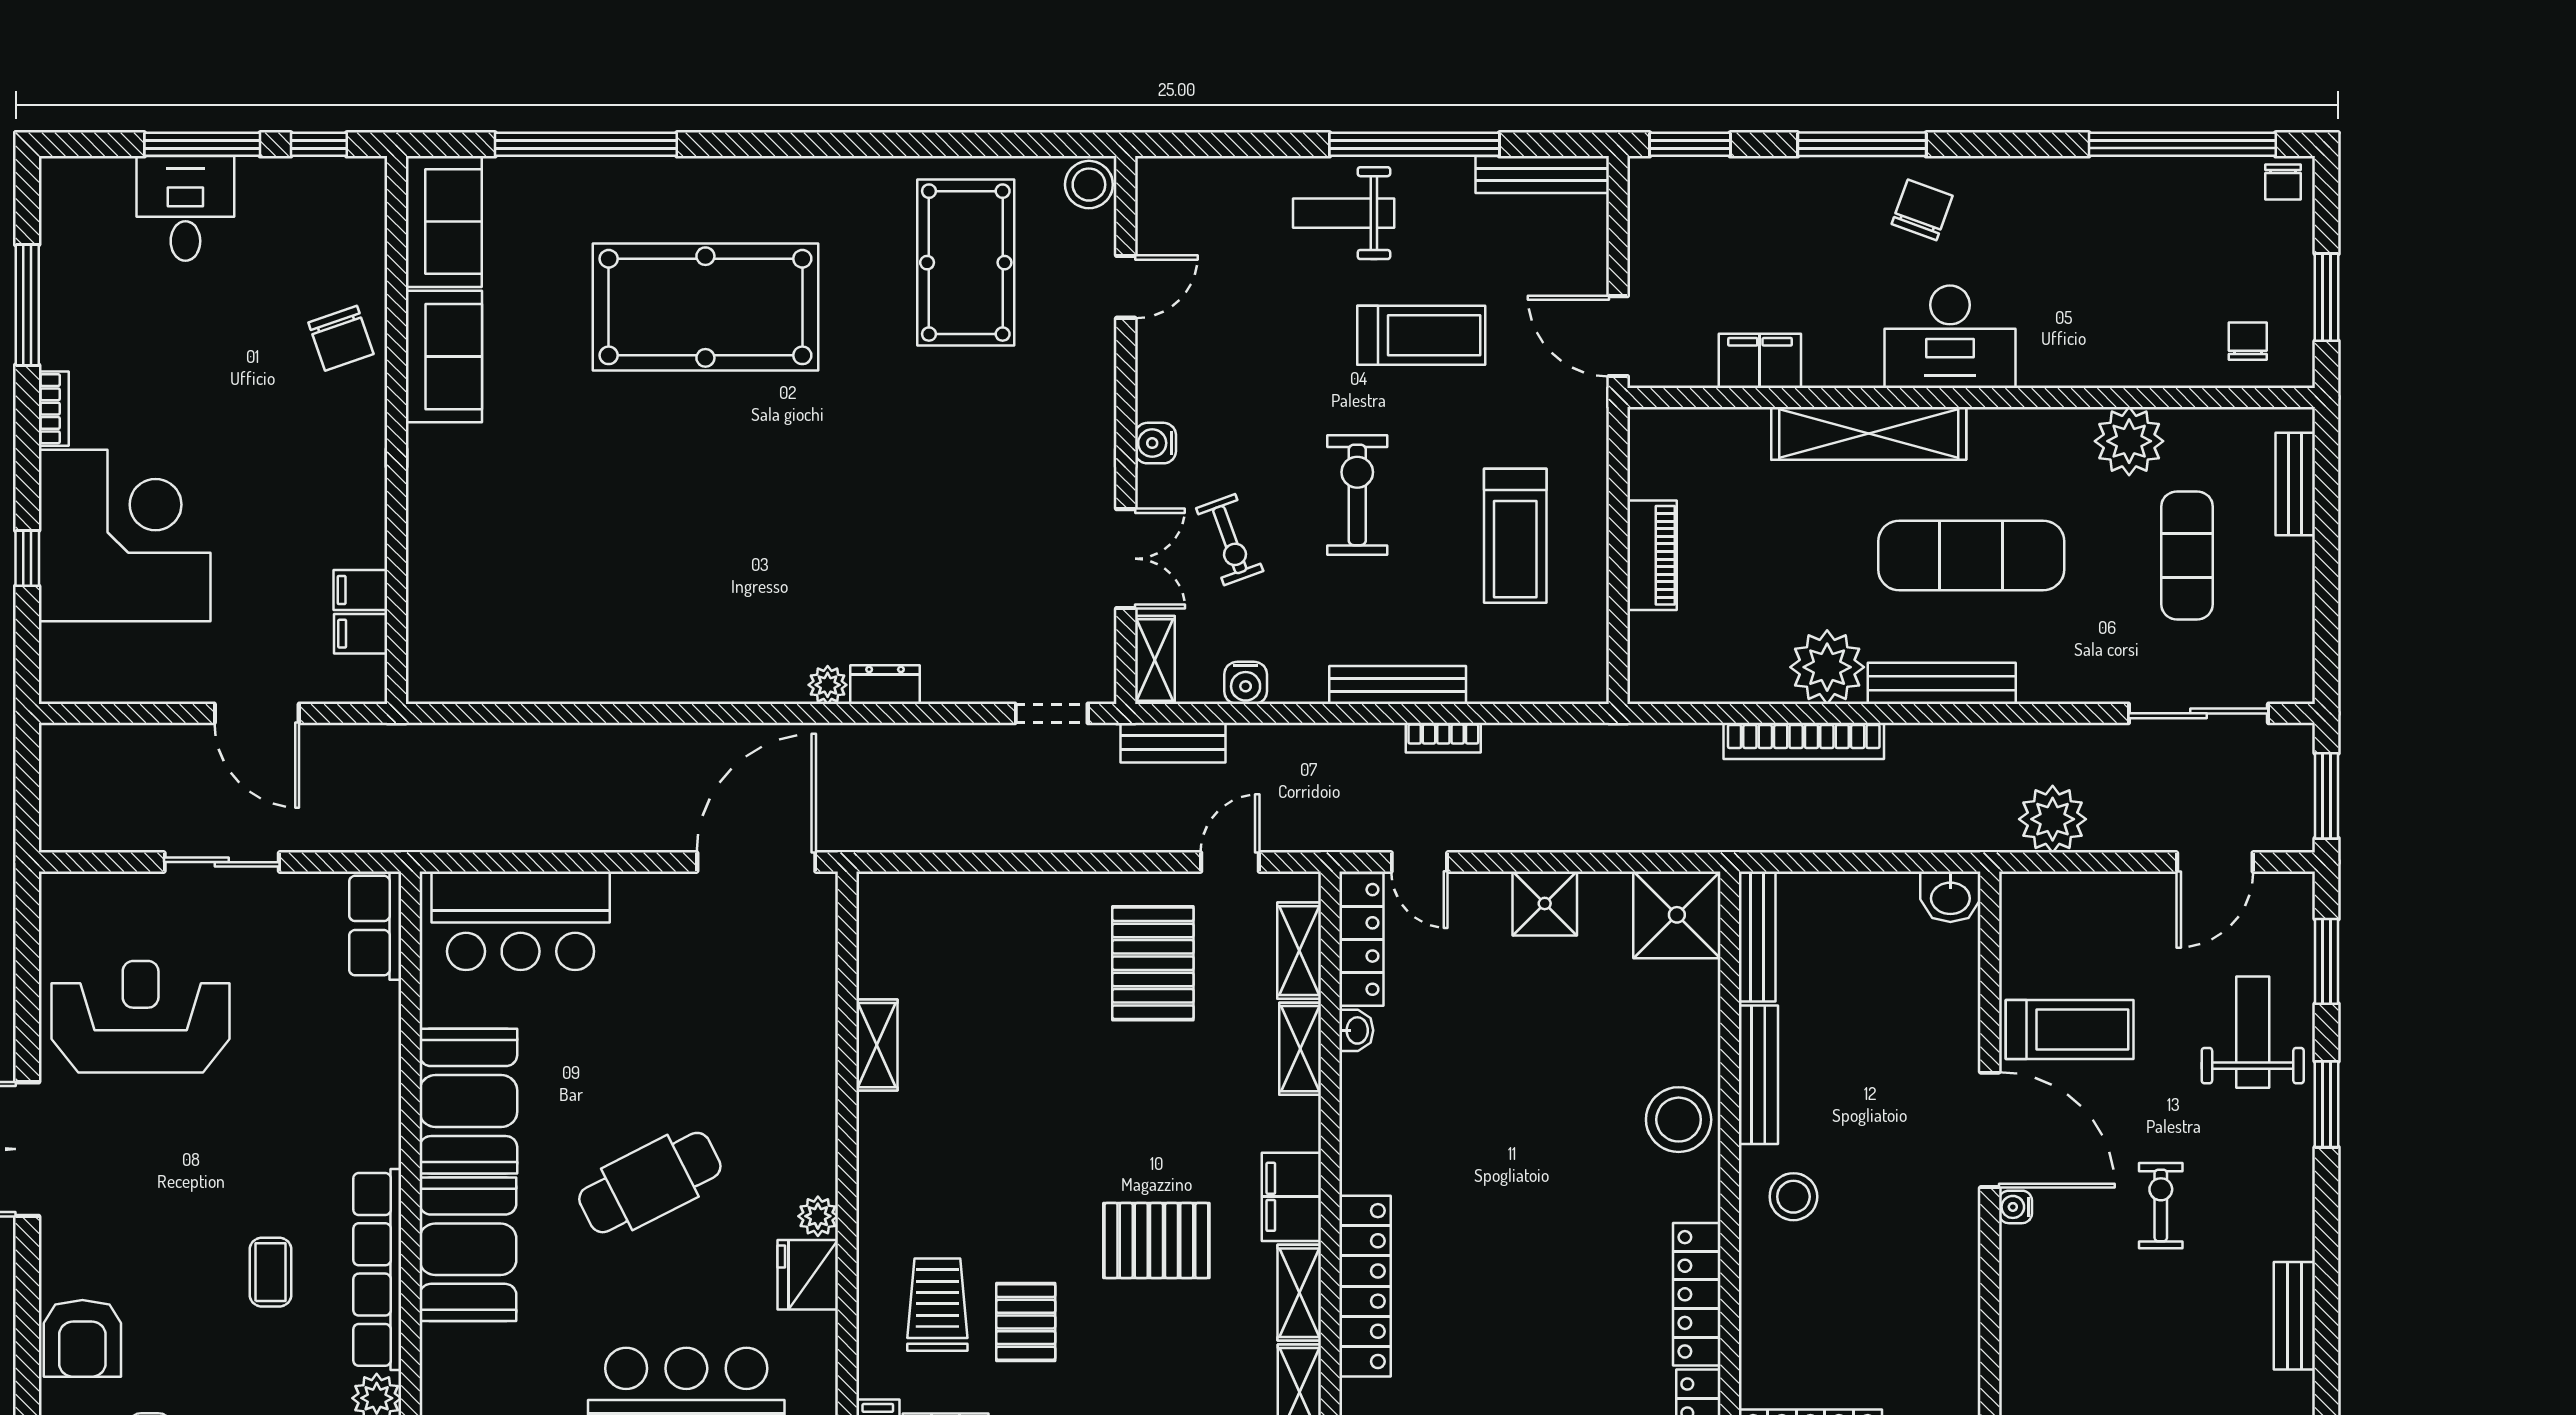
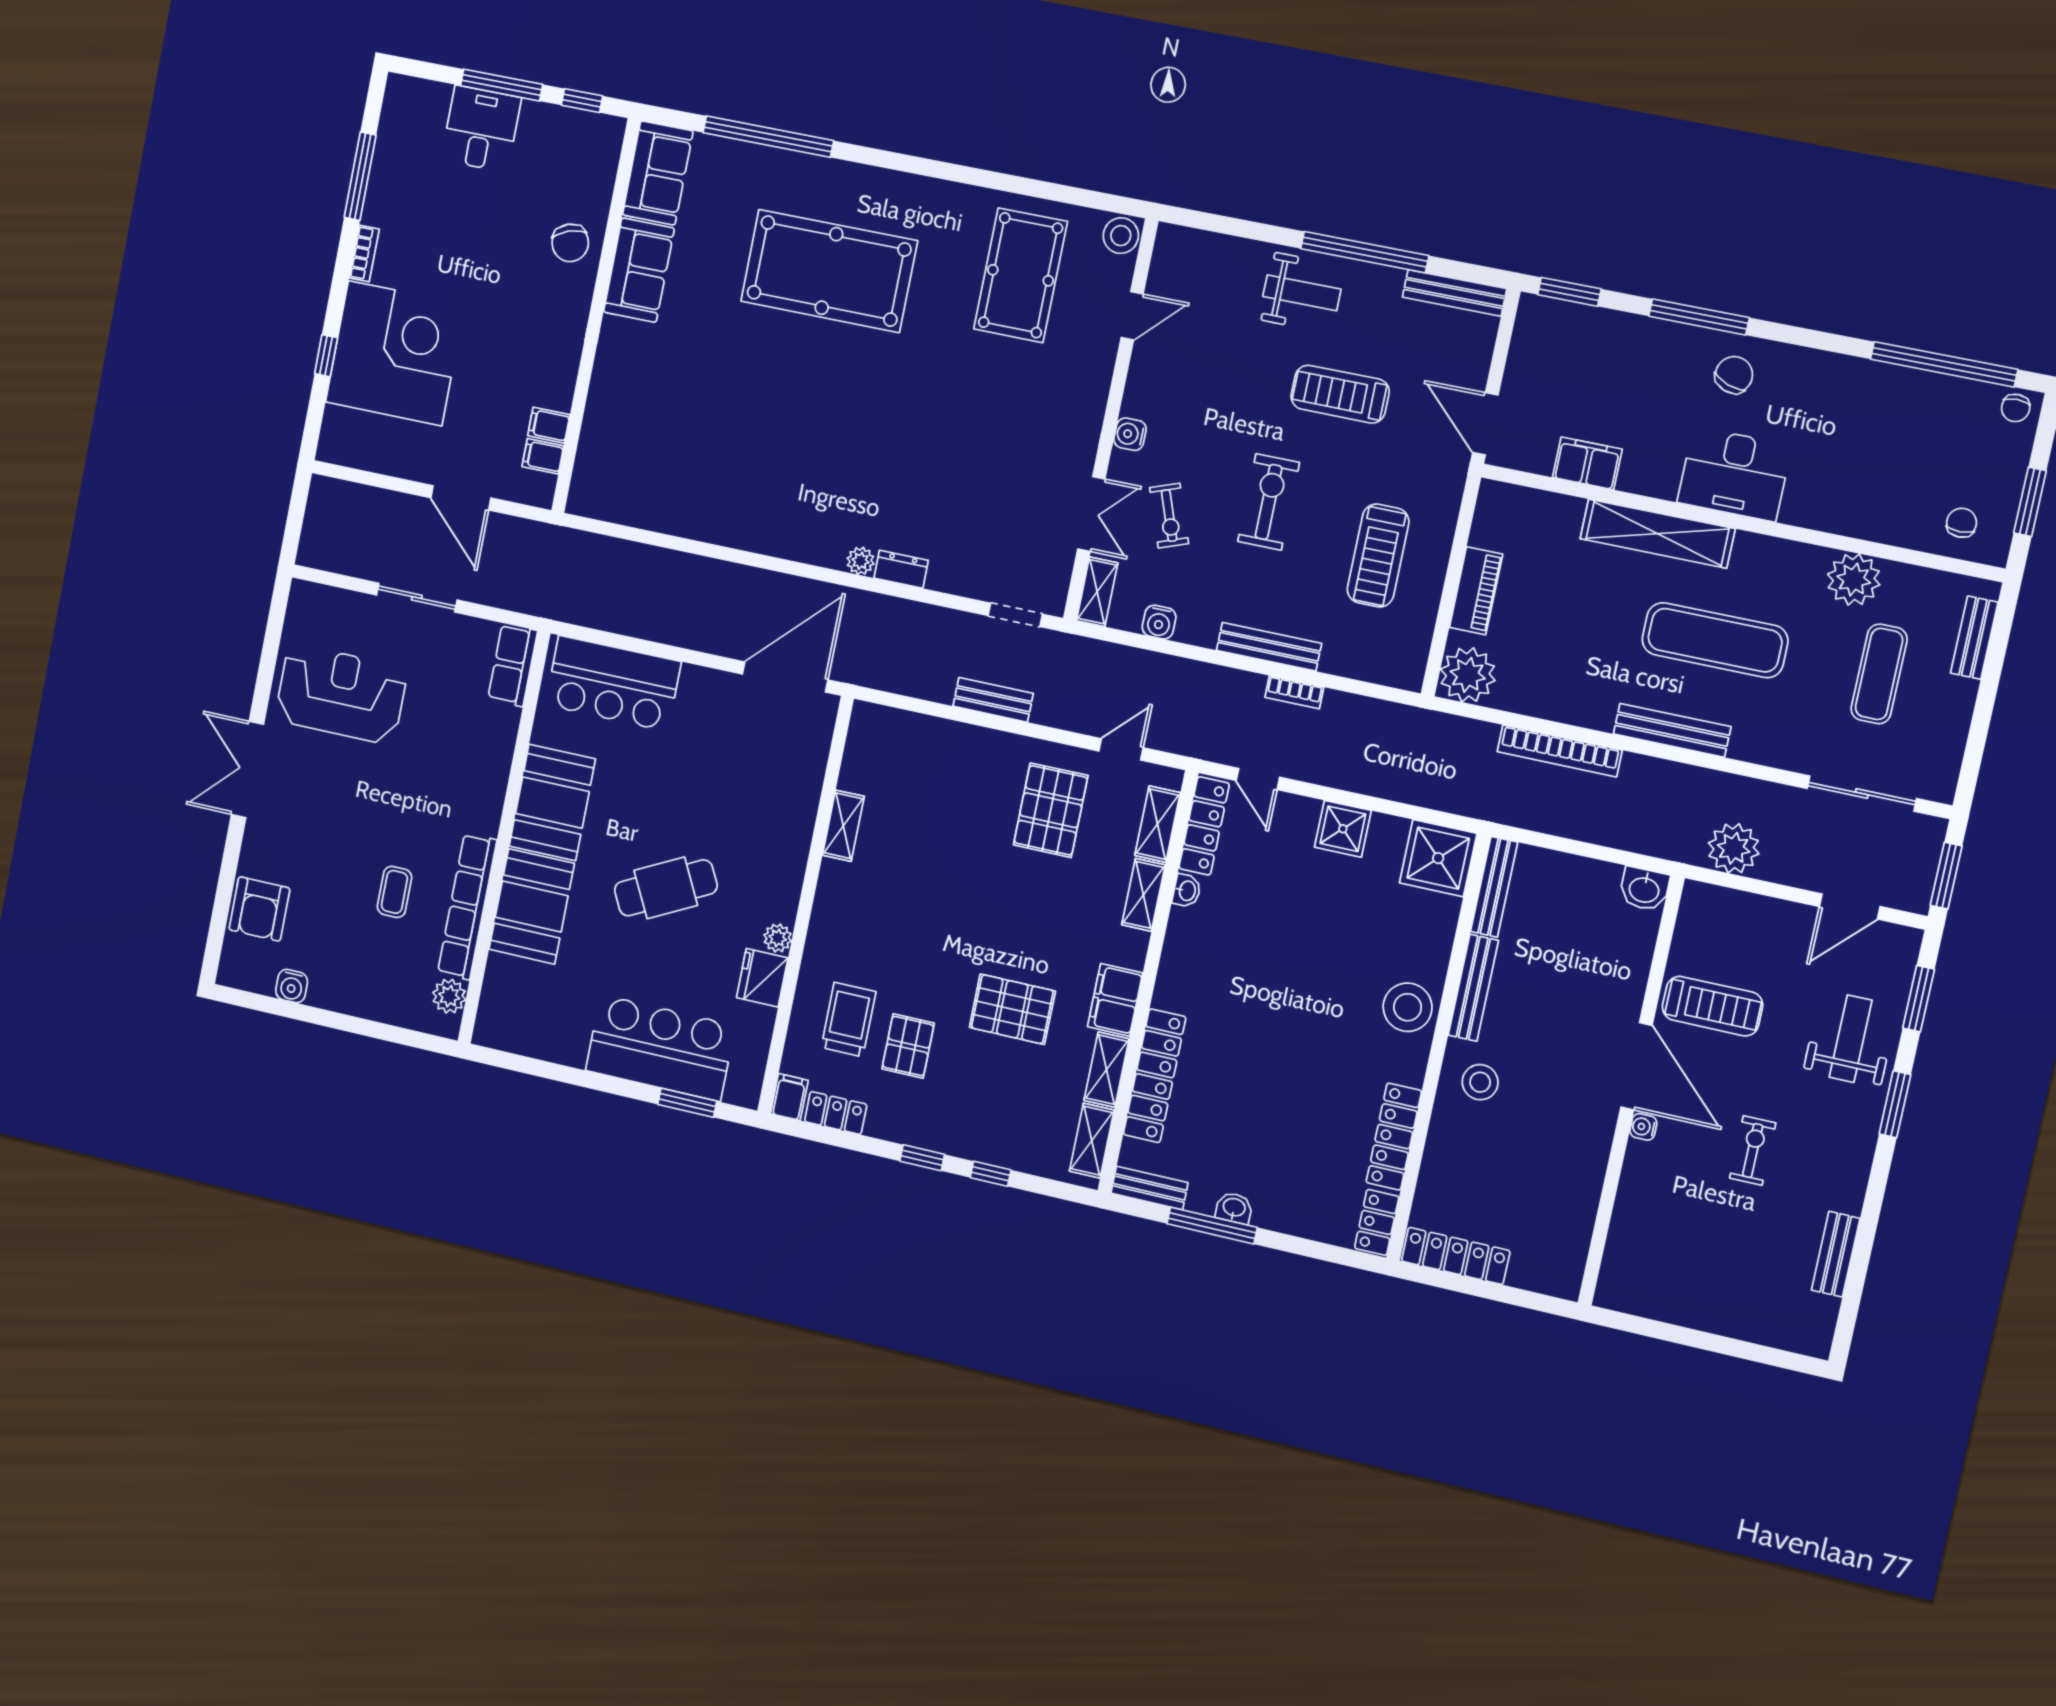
weight bench: (1344, 213) -> (1302, 293), turned 180
treadmill: (1421, 335) -> (1340, 394), turned 180
plant: (1827, 667) -> (1468, 675), moved
bench: (1173, 743) -> (993, 700), moved

